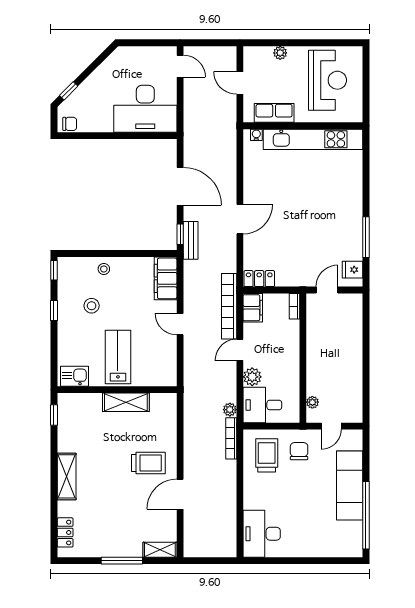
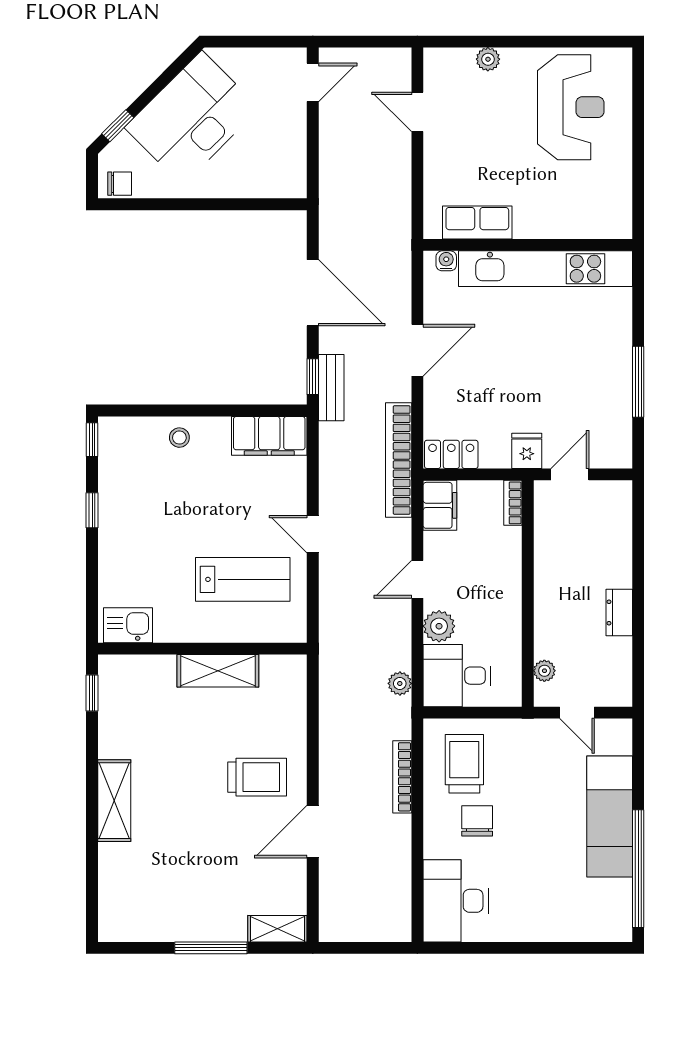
door: (180, 66) -> (313, 82), hinge flipped
desk: (145, 109) -> (192, 118), moved, turned 135
row of seats: (274, 113) -> (477, 223), moved
wall: (303, 126) -> (528, 245), moved
water cooler: (256, 135) -> (446, 261), moved
kitchen unit: (313, 139) -> (545, 269), moved
fridge: (353, 270) -> (527, 451), moved, turned 90
filing cabinet: (166, 278) -> (269, 436), moved, turned -90
stool: (92, 306) -> (158, 502), removed
bookcase: (229, 306) -> (399, 460), moved
lab bench: (118, 357) -> (243, 579), moved, turned 90
dresser: (355, 369) -> (619, 612), added
door: (331, 426) -> (577, 713), hinge flipped
bookcase: (231, 438) -> (402, 777), moved
chair: (299, 451) -> (477, 821), moved
locker: (65, 532) -> (112, 899), removed

